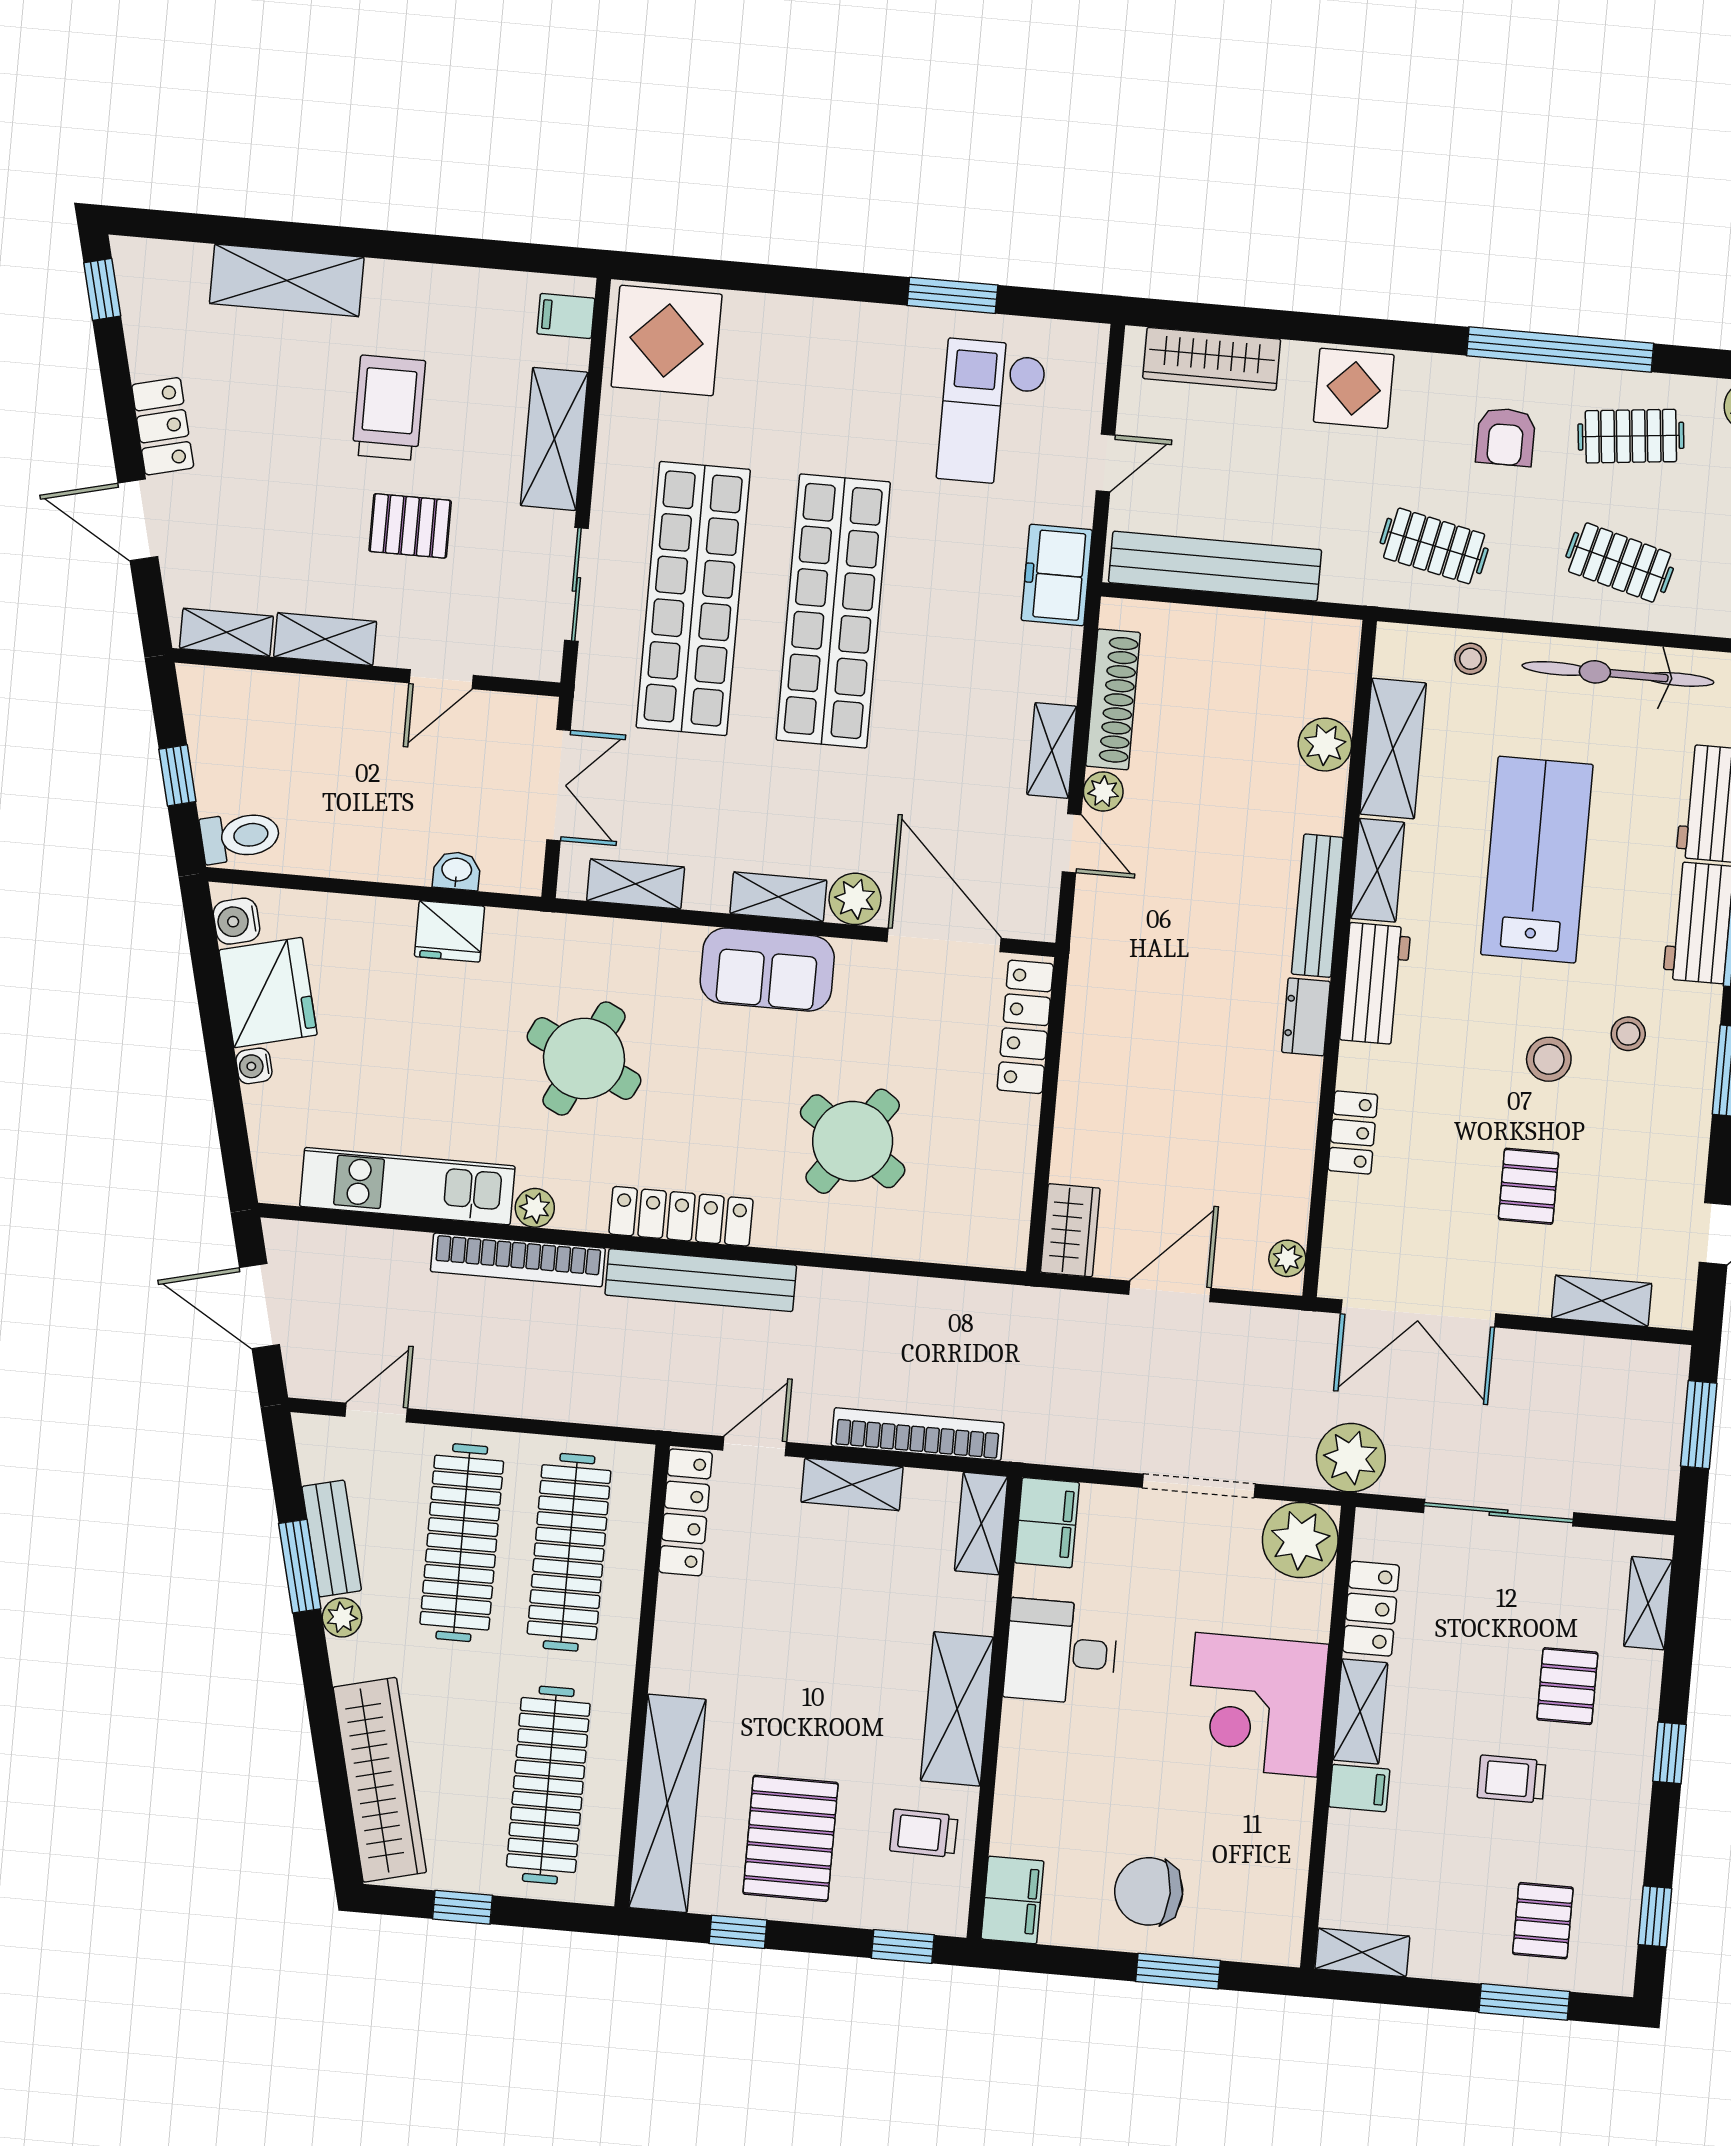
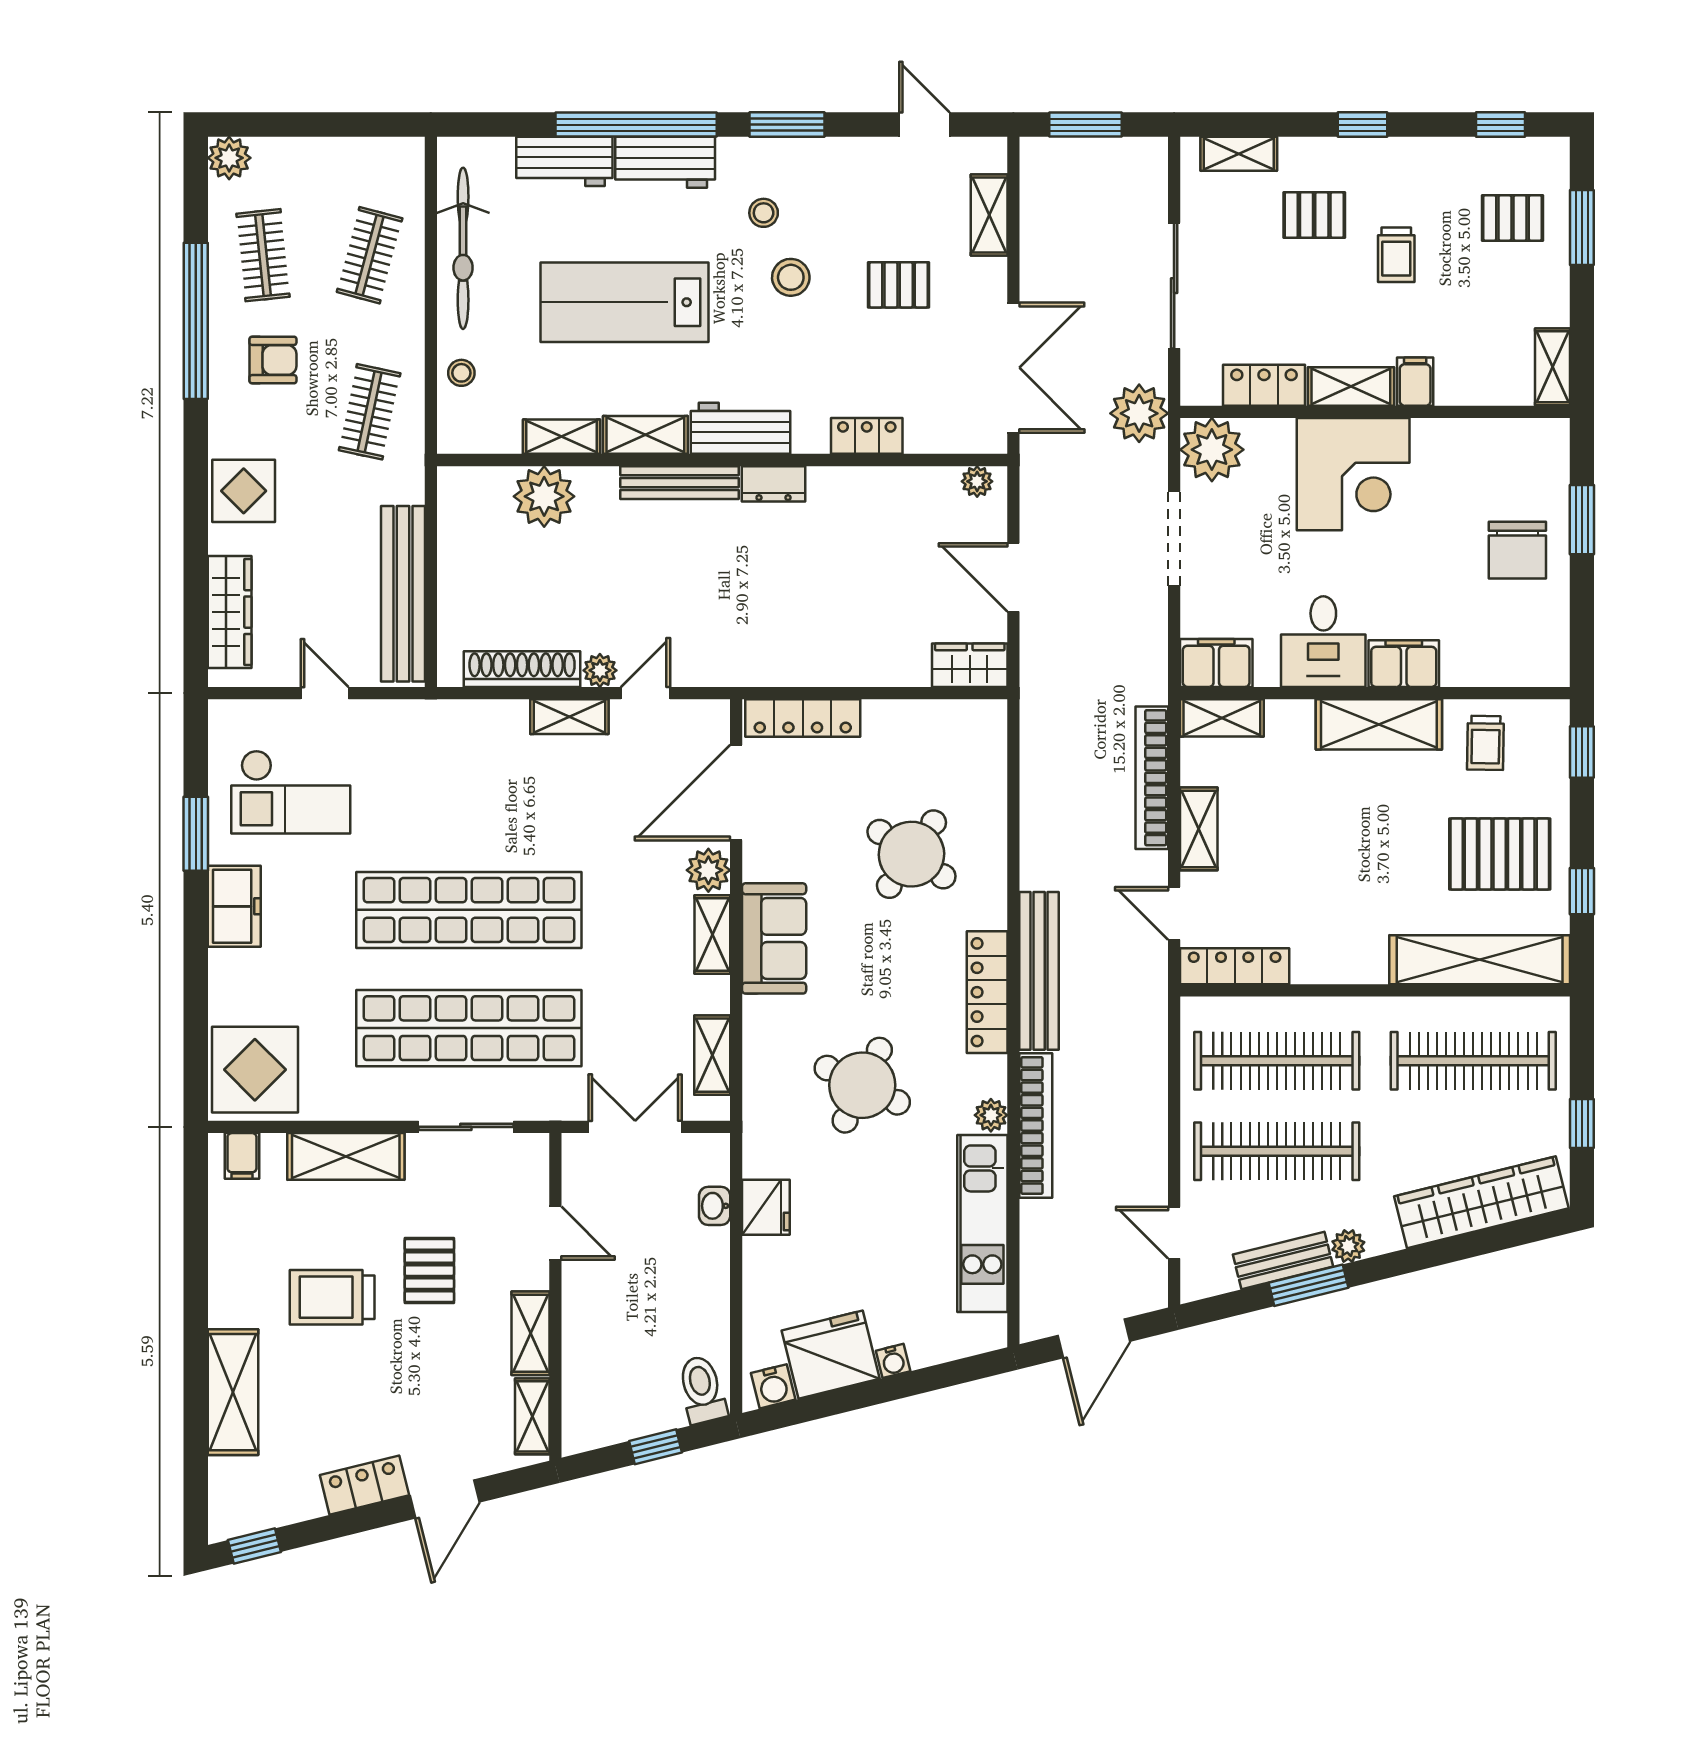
freezer: (1057, 575) -> (234, 906), moved, turned -90
plant: (1325, 745) -> (544, 496), width x1.36, depth x1.36
shelving: (1393, 749) -> (561, 437), width x0.67, depth x0.75
filing cabinet: (1012, 1900) -> (1404, 664), moved

